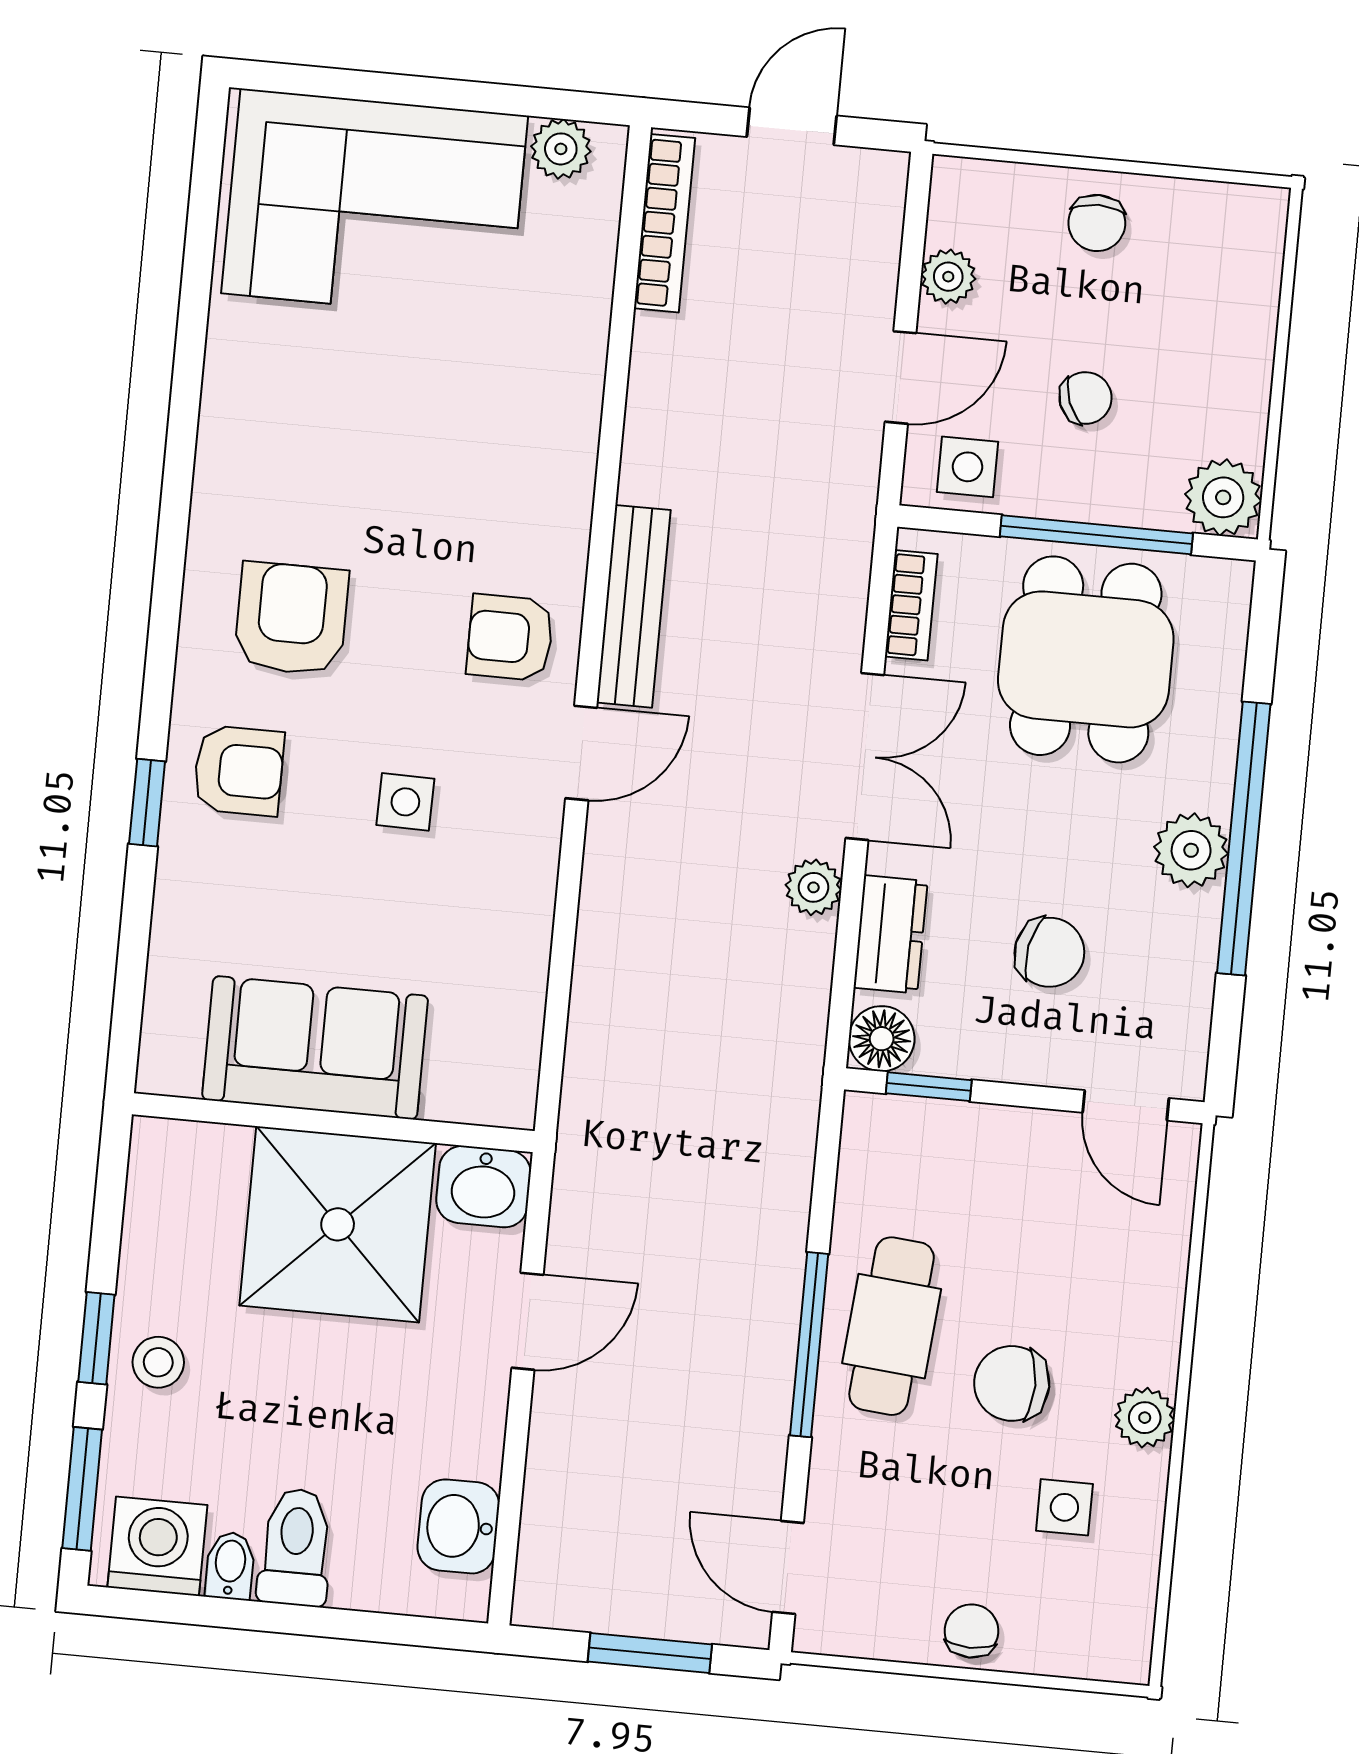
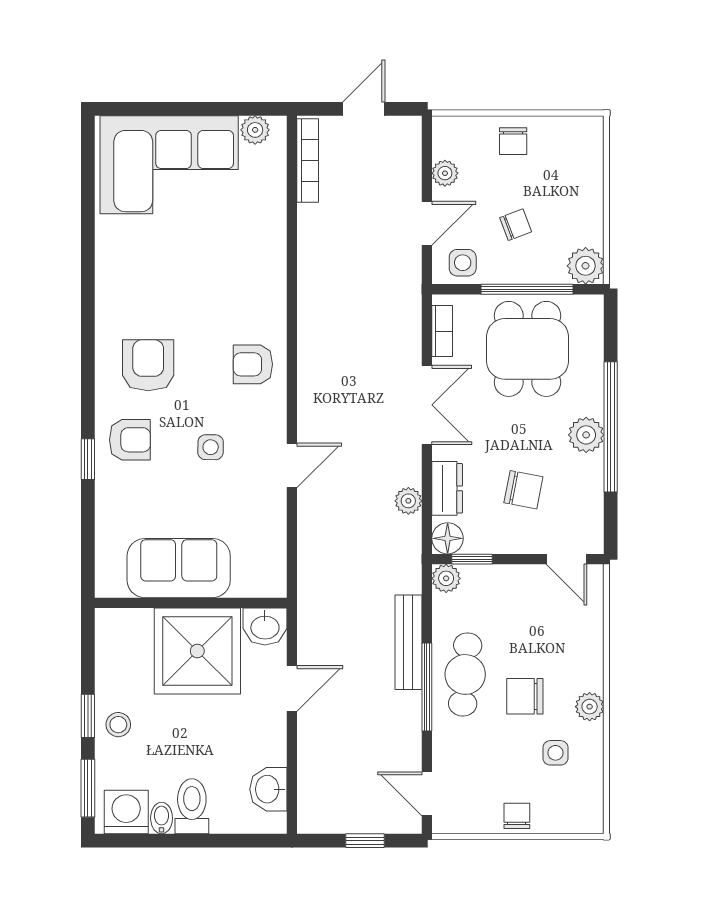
bench: (634, 606) -> (408, 642), moved
door: (581, 753) -> (292, 465), moved
plant: (813, 887) -> (408, 501), moved
plant: (871, 1122) -> (446, 578), added
window: (650, 1653) -> (365, 841), width x0.67

